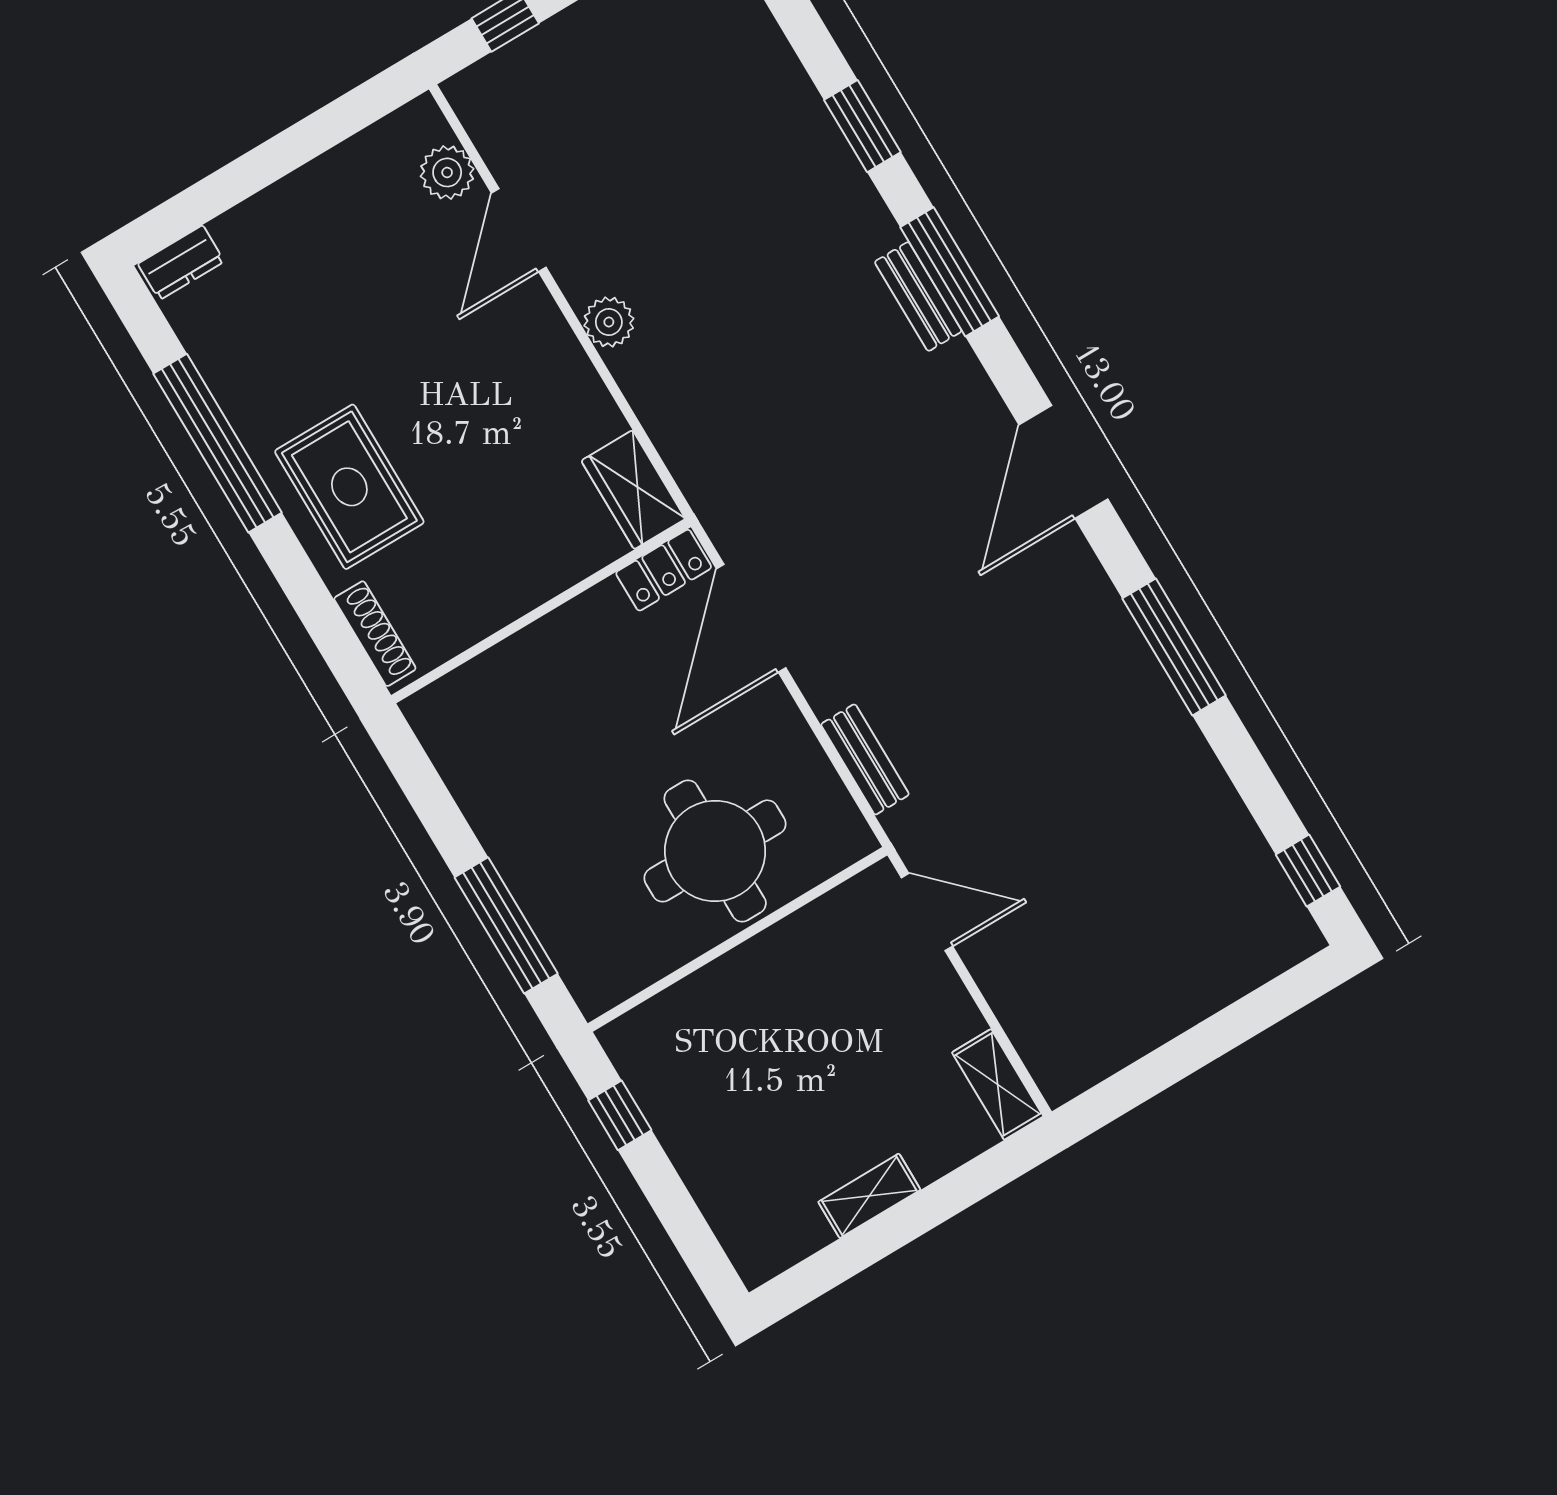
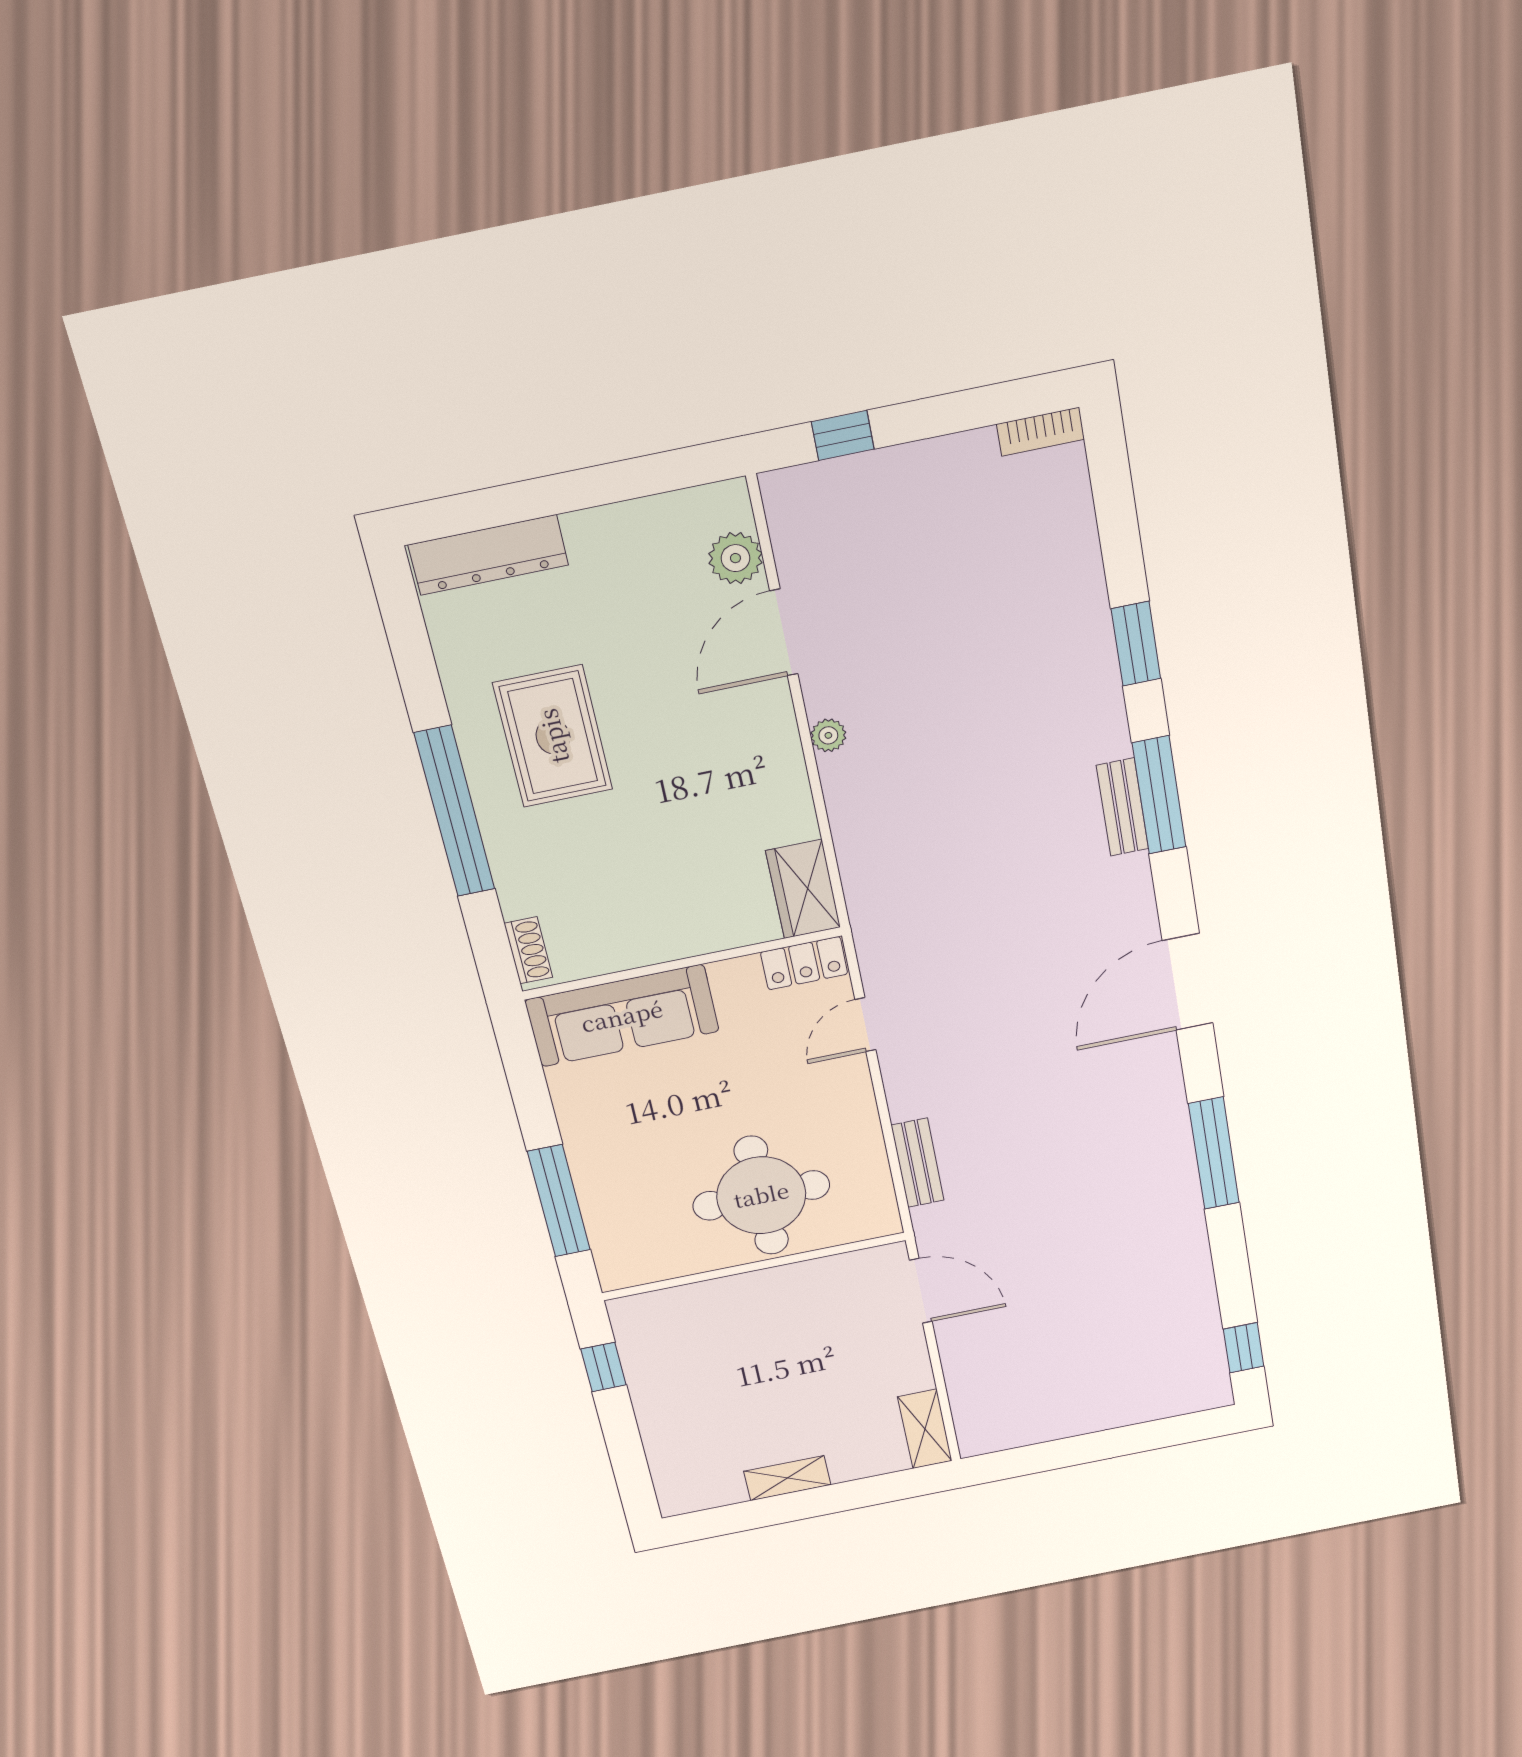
dresser: (181, 263) -> (488, 555), width x1.96, depth x1.24
plant: (609, 322) -> (828, 735), width x0.73, depth x0.73
window: (218, 443) -> (455, 812), moved
rug: (349, 487) -> (553, 736), moved
door: (751, 618) -> (865, 1025), width x0.53
shoe rack: (375, 634) -> (528, 950), width x0.70
sofa: (500, 689) -> (622, 1016), added

